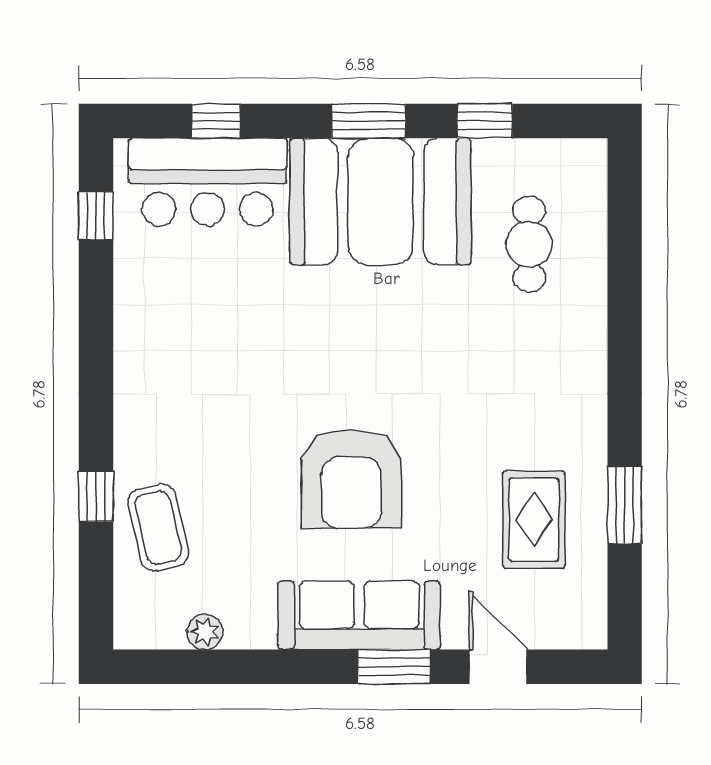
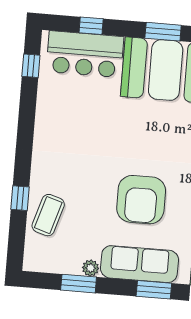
coffee table: (158, 528) -> (48, 215), turned 30
plant: (205, 632) -> (91, 268), moved
window: (234, 667) -> (79, 284), added

